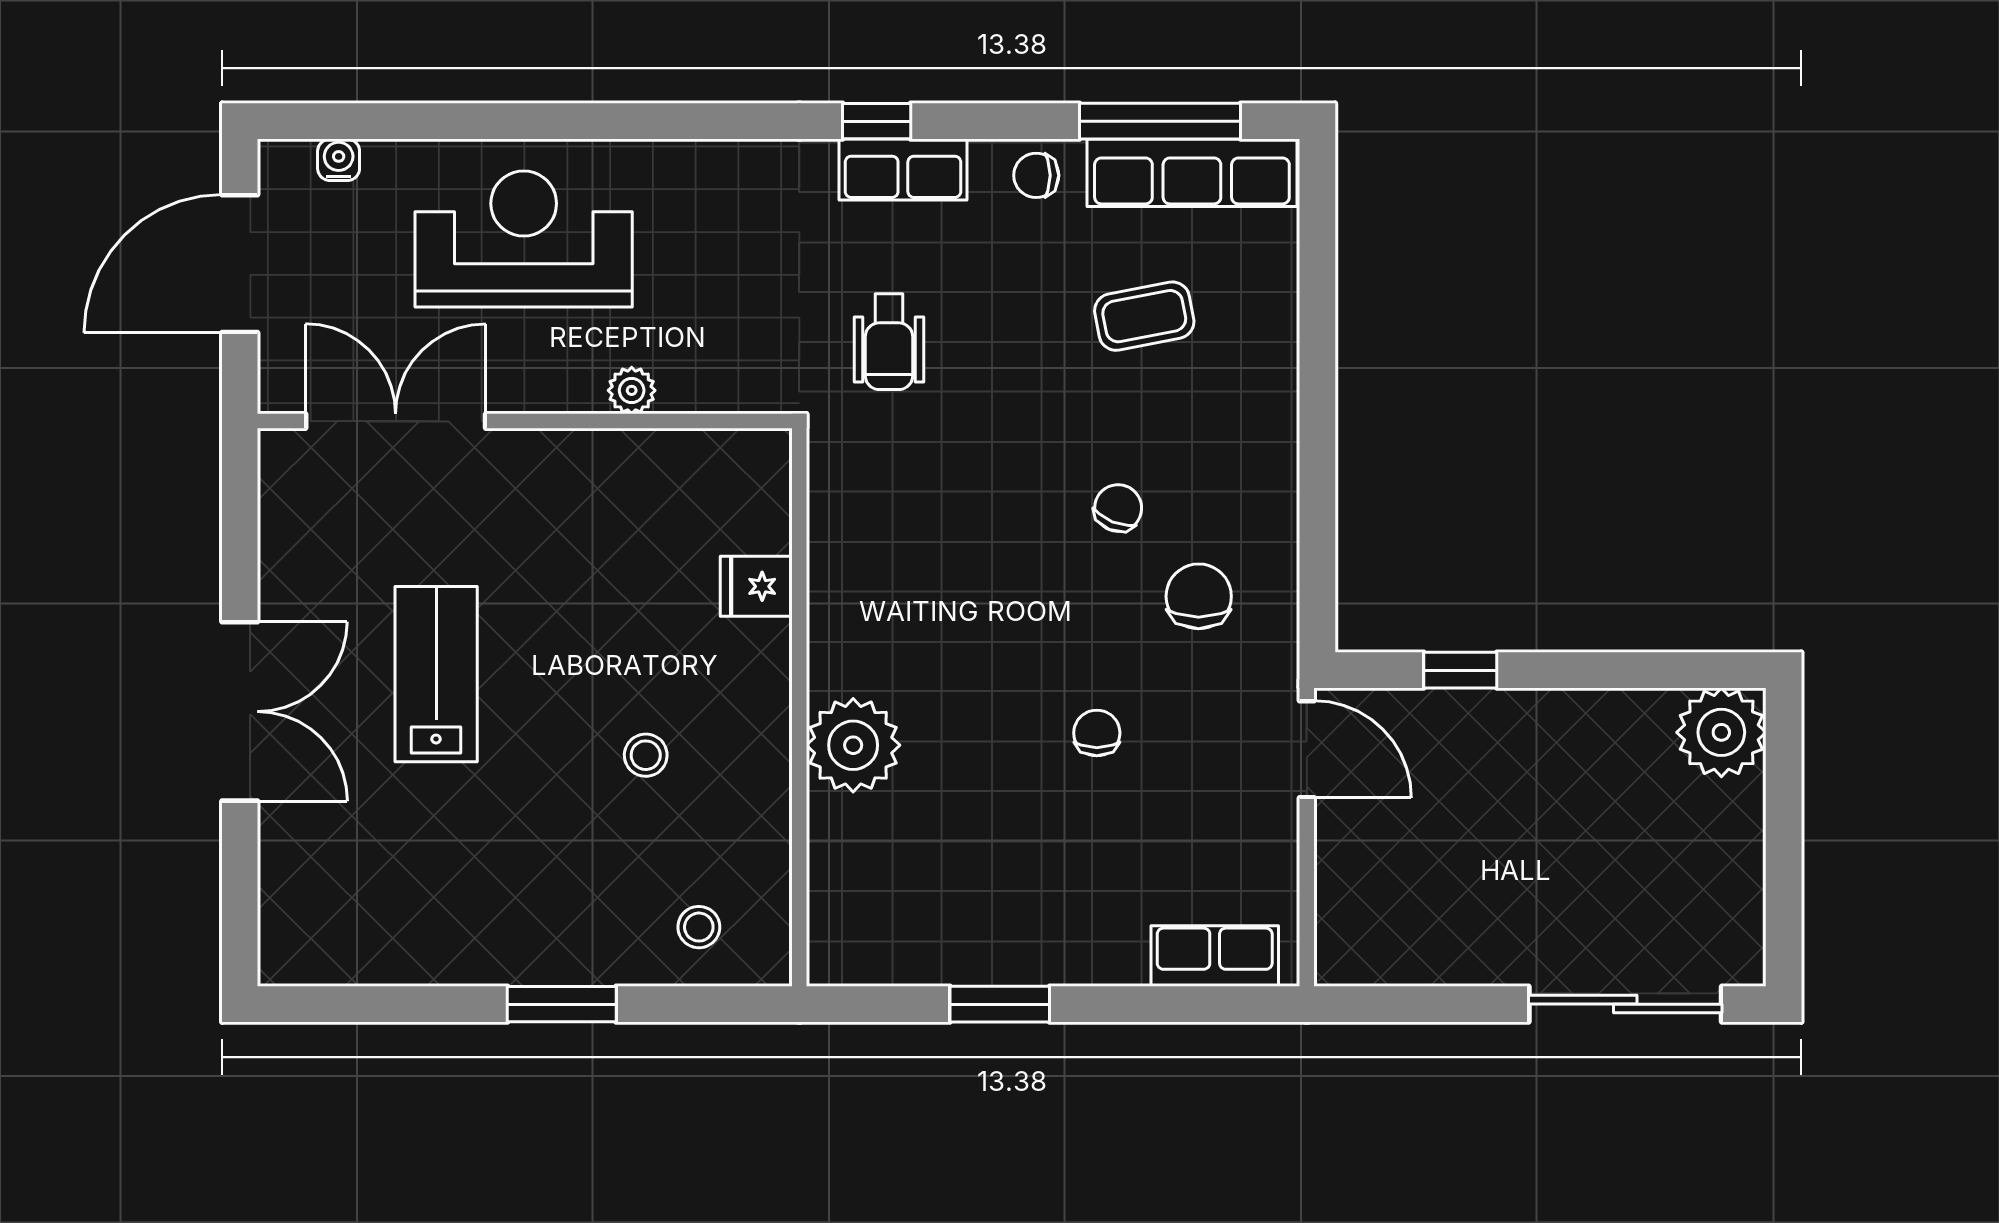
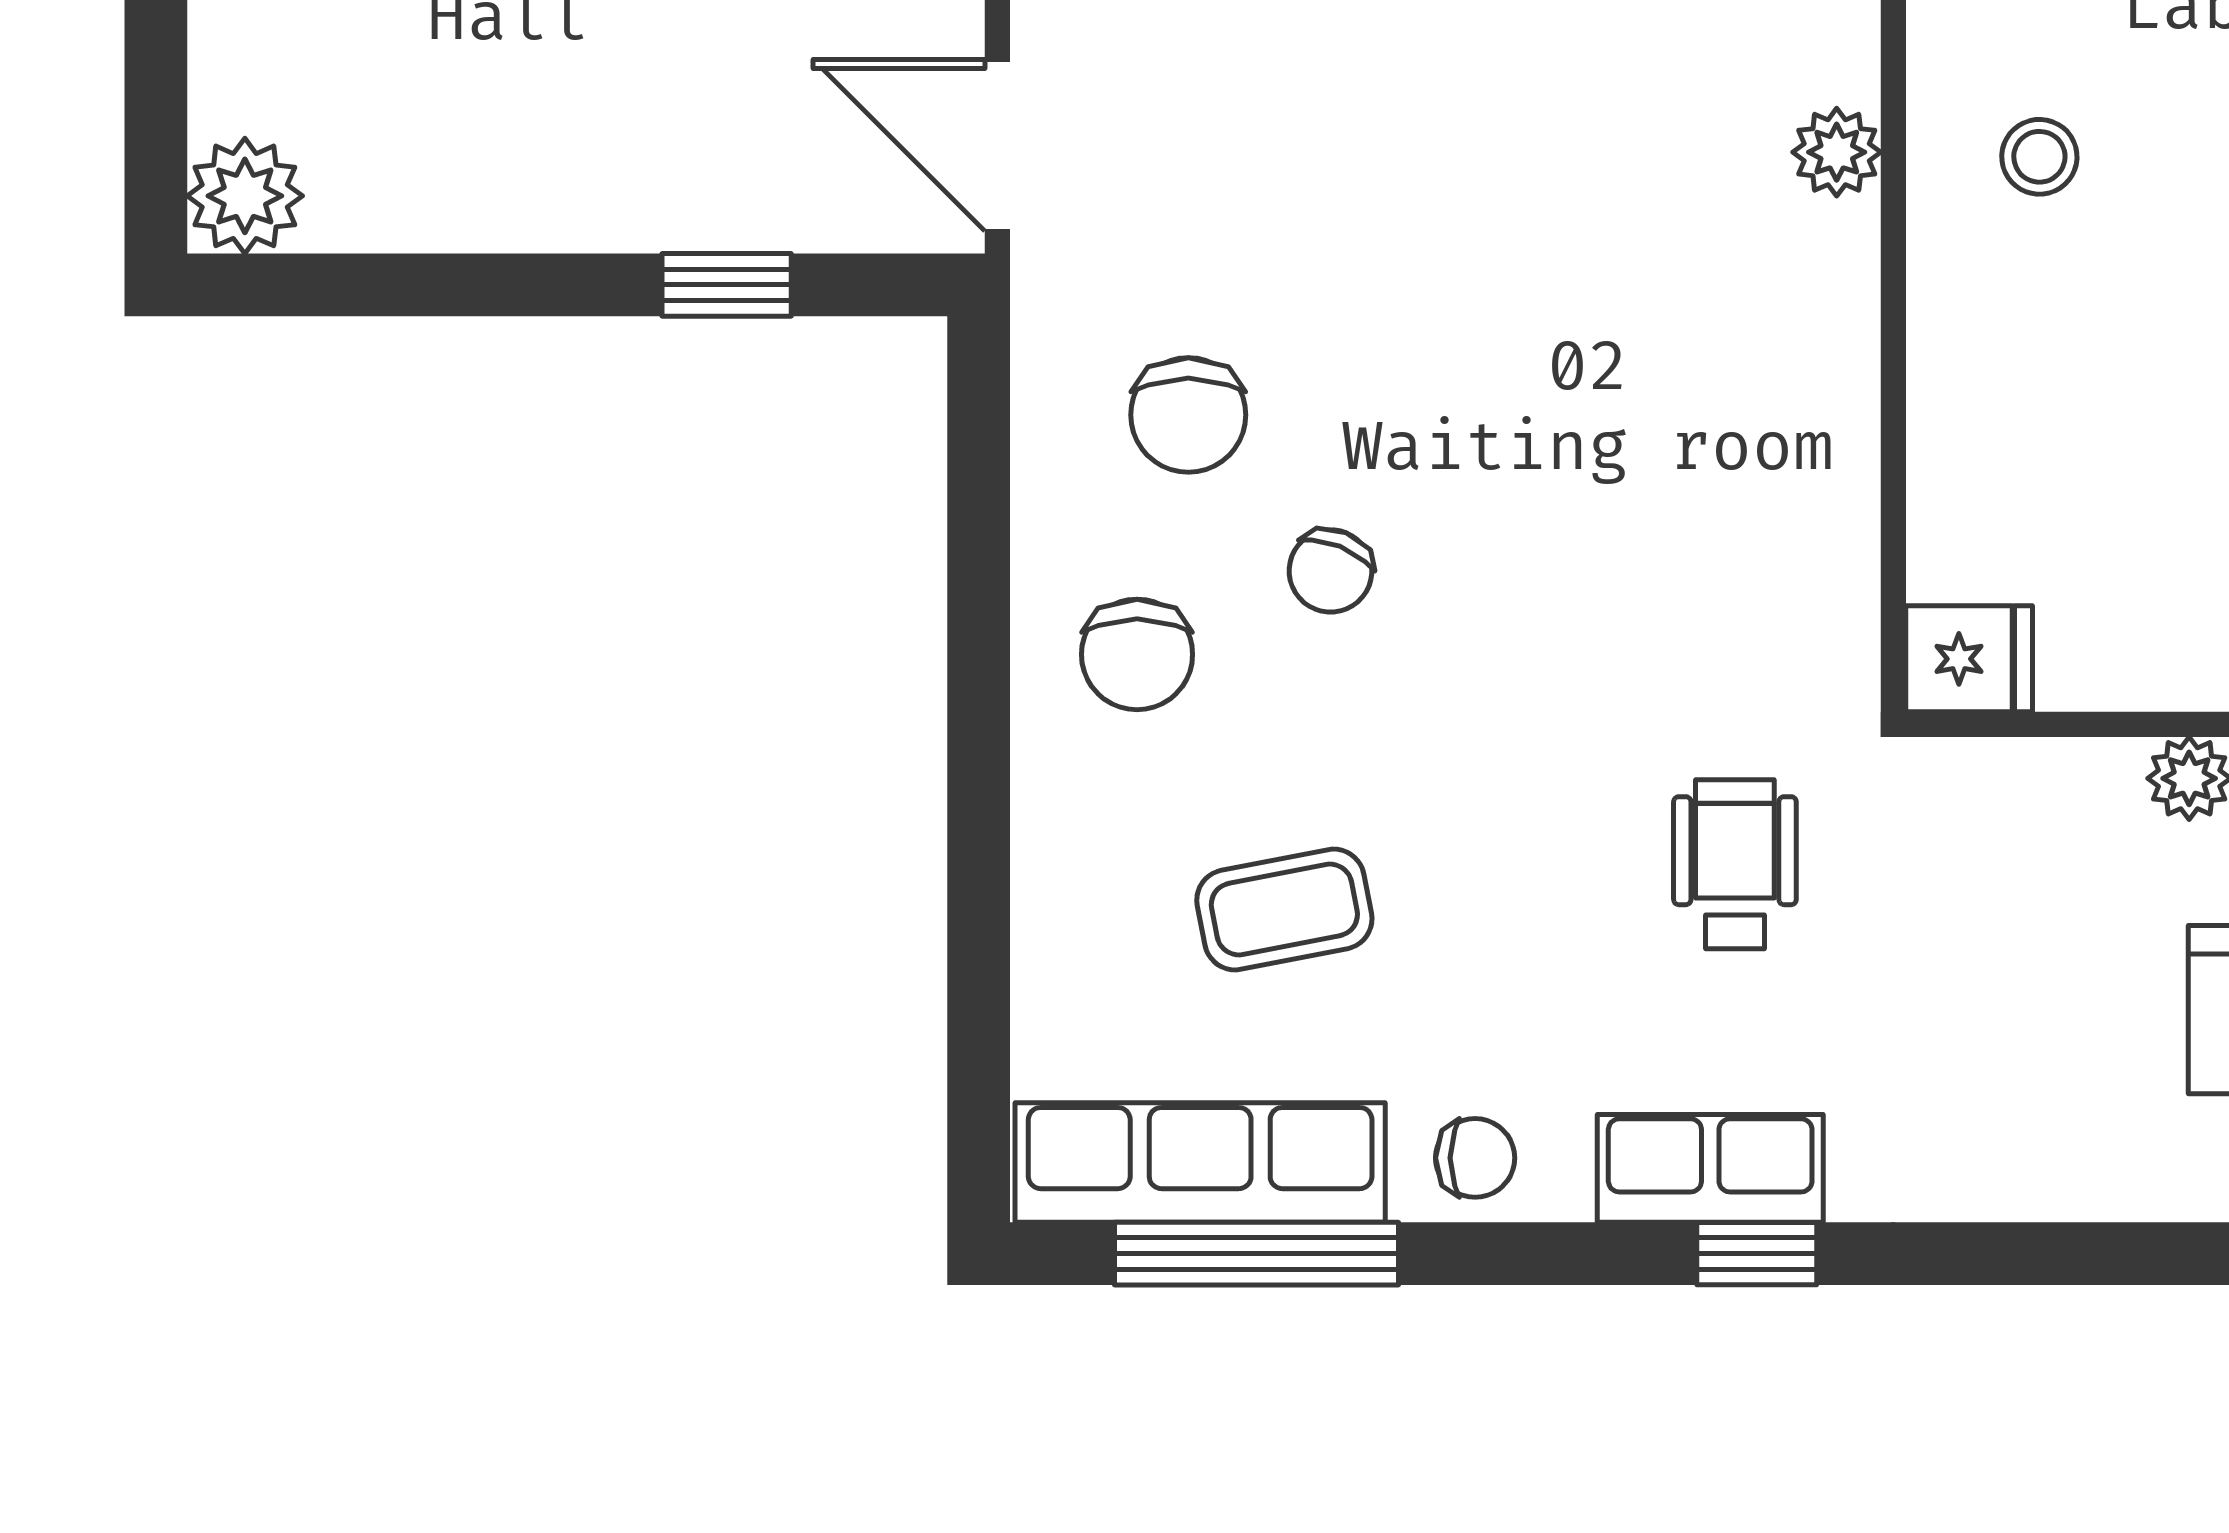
fridge: (756, 586) -> (1969, 659), moved
plant: (1721, 732) -> (245, 196), width x0.73, depth x0.73
chair: (1097, 733) -> (1137, 654), moved, width x1.37, depth x1.37
plant: (853, 745) -> (1837, 152), width x0.53, depth x0.53
stool: (646, 755) -> (2039, 157), moved

